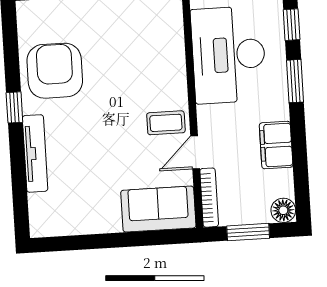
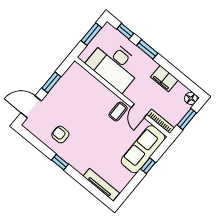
armchair: (55, 71) -> (60, 135), width x0.53, depth x0.53
tv unit: (35, 153) -> (101, 185), moved
sofa: (158, 209) -> (143, 149), width x1.36
window: (128, 239) -> (148, 166), added

